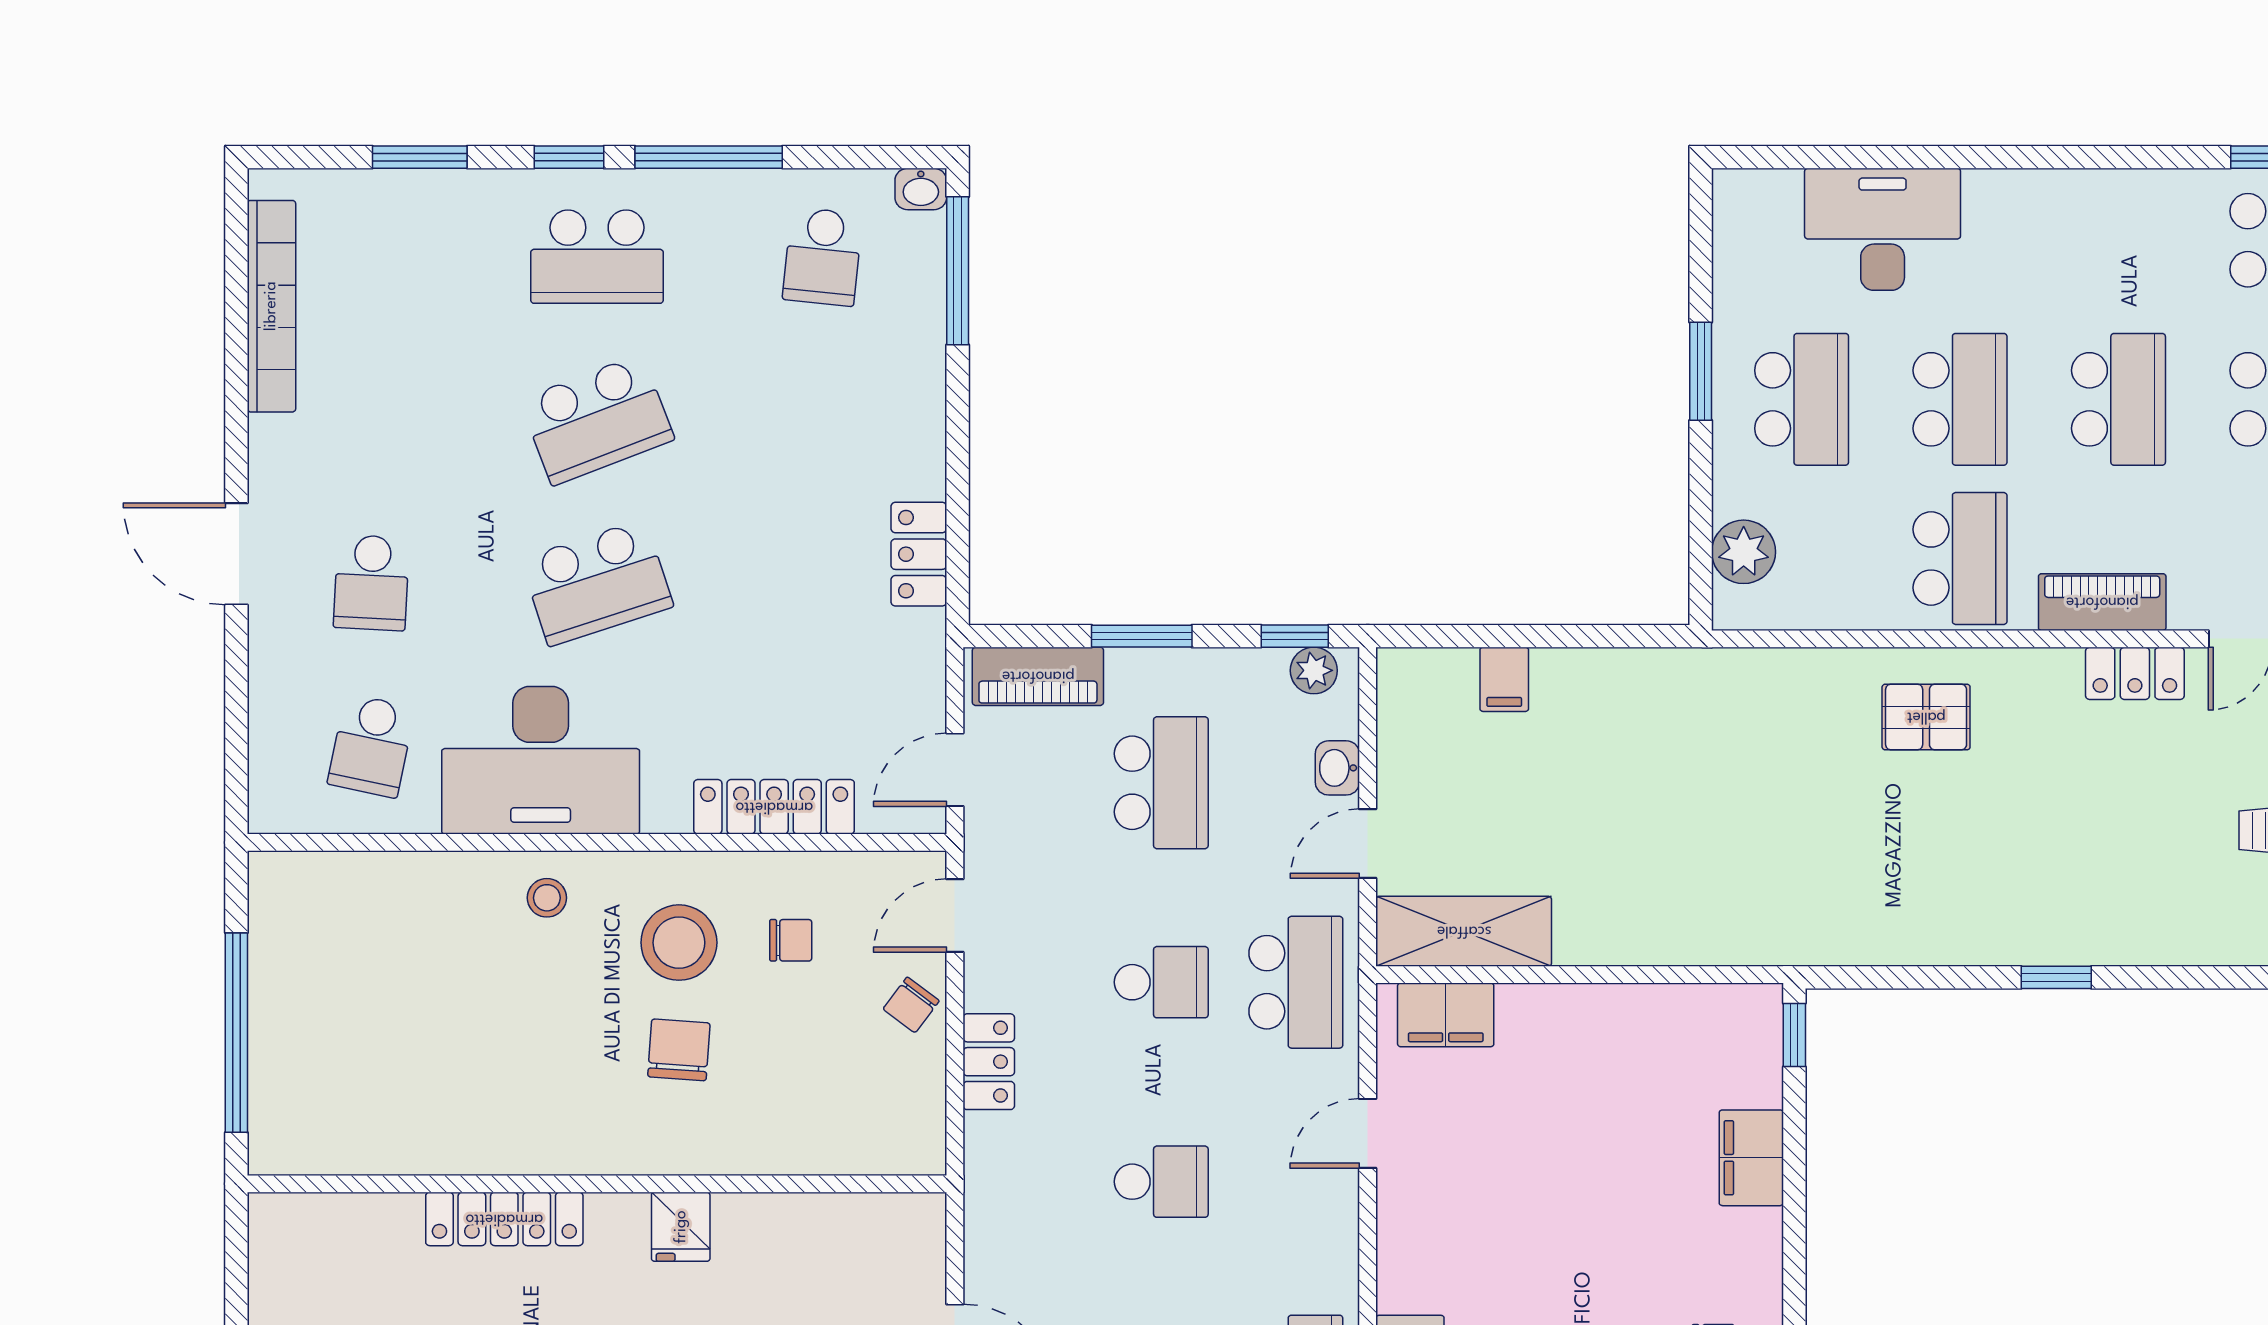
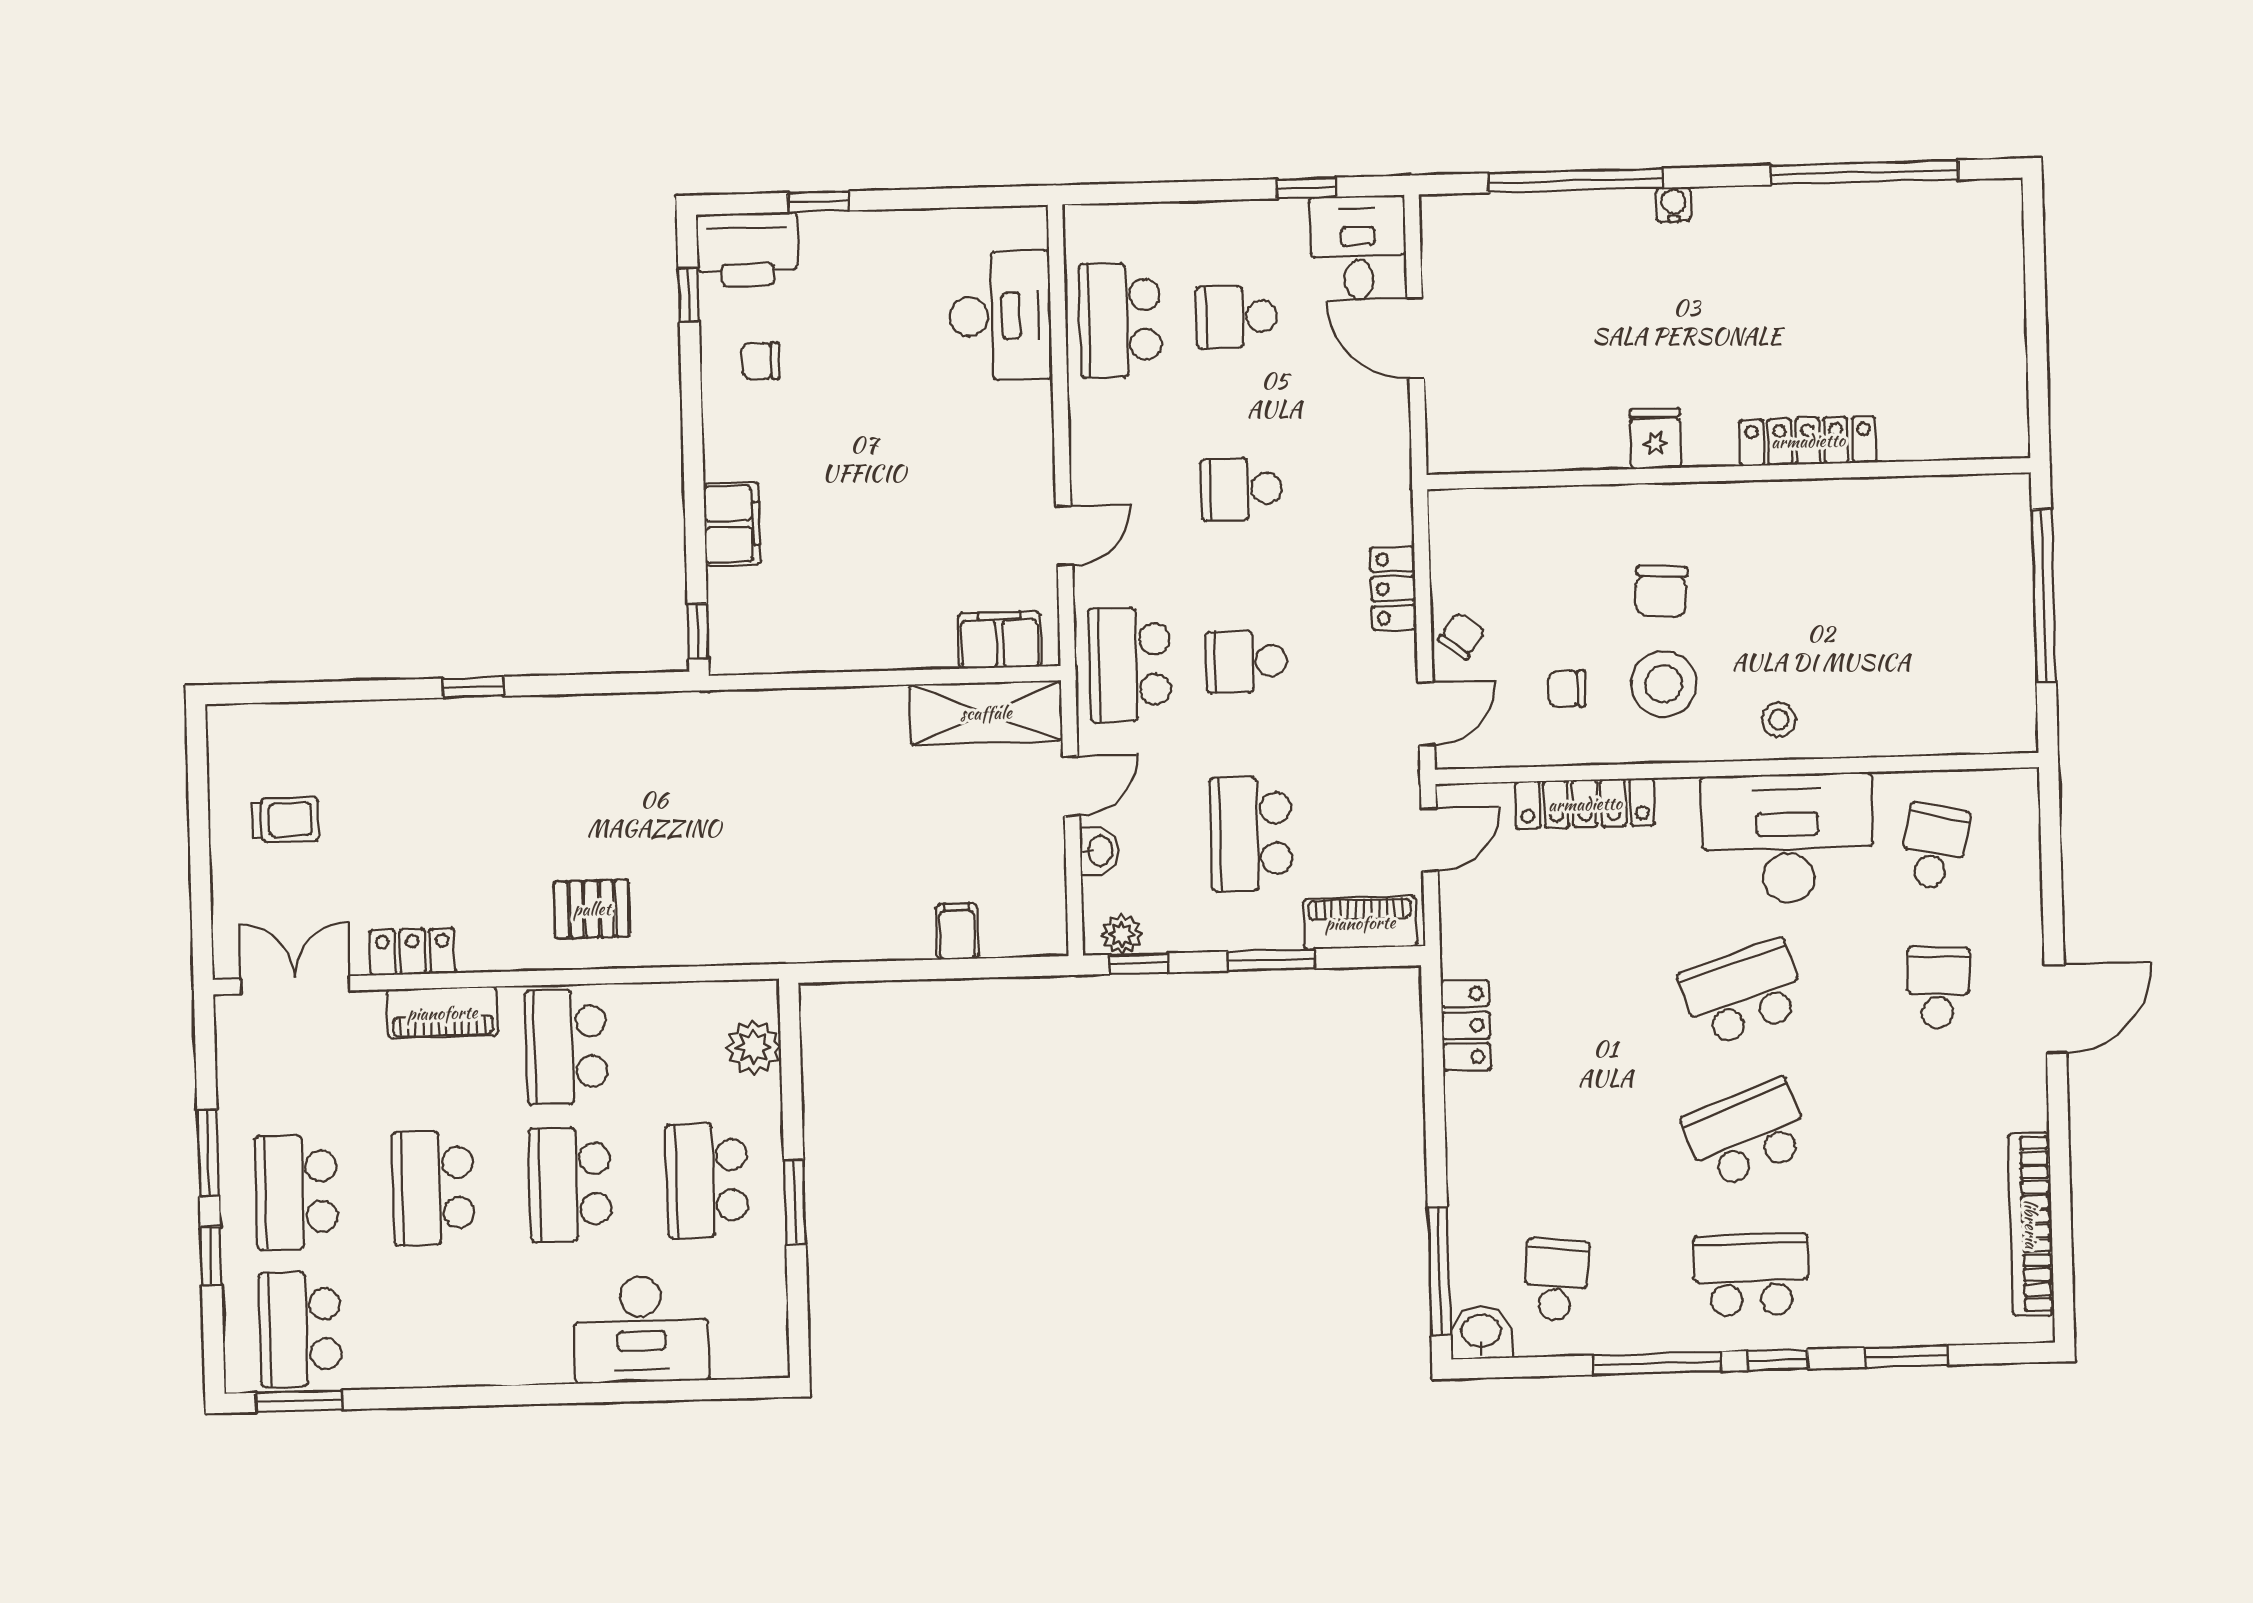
washbasin: (921, 189) -> (1481, 1333), width x1.38, depth x1.45
door: (236, 554) -> (2055, 1009), hinge flipped

